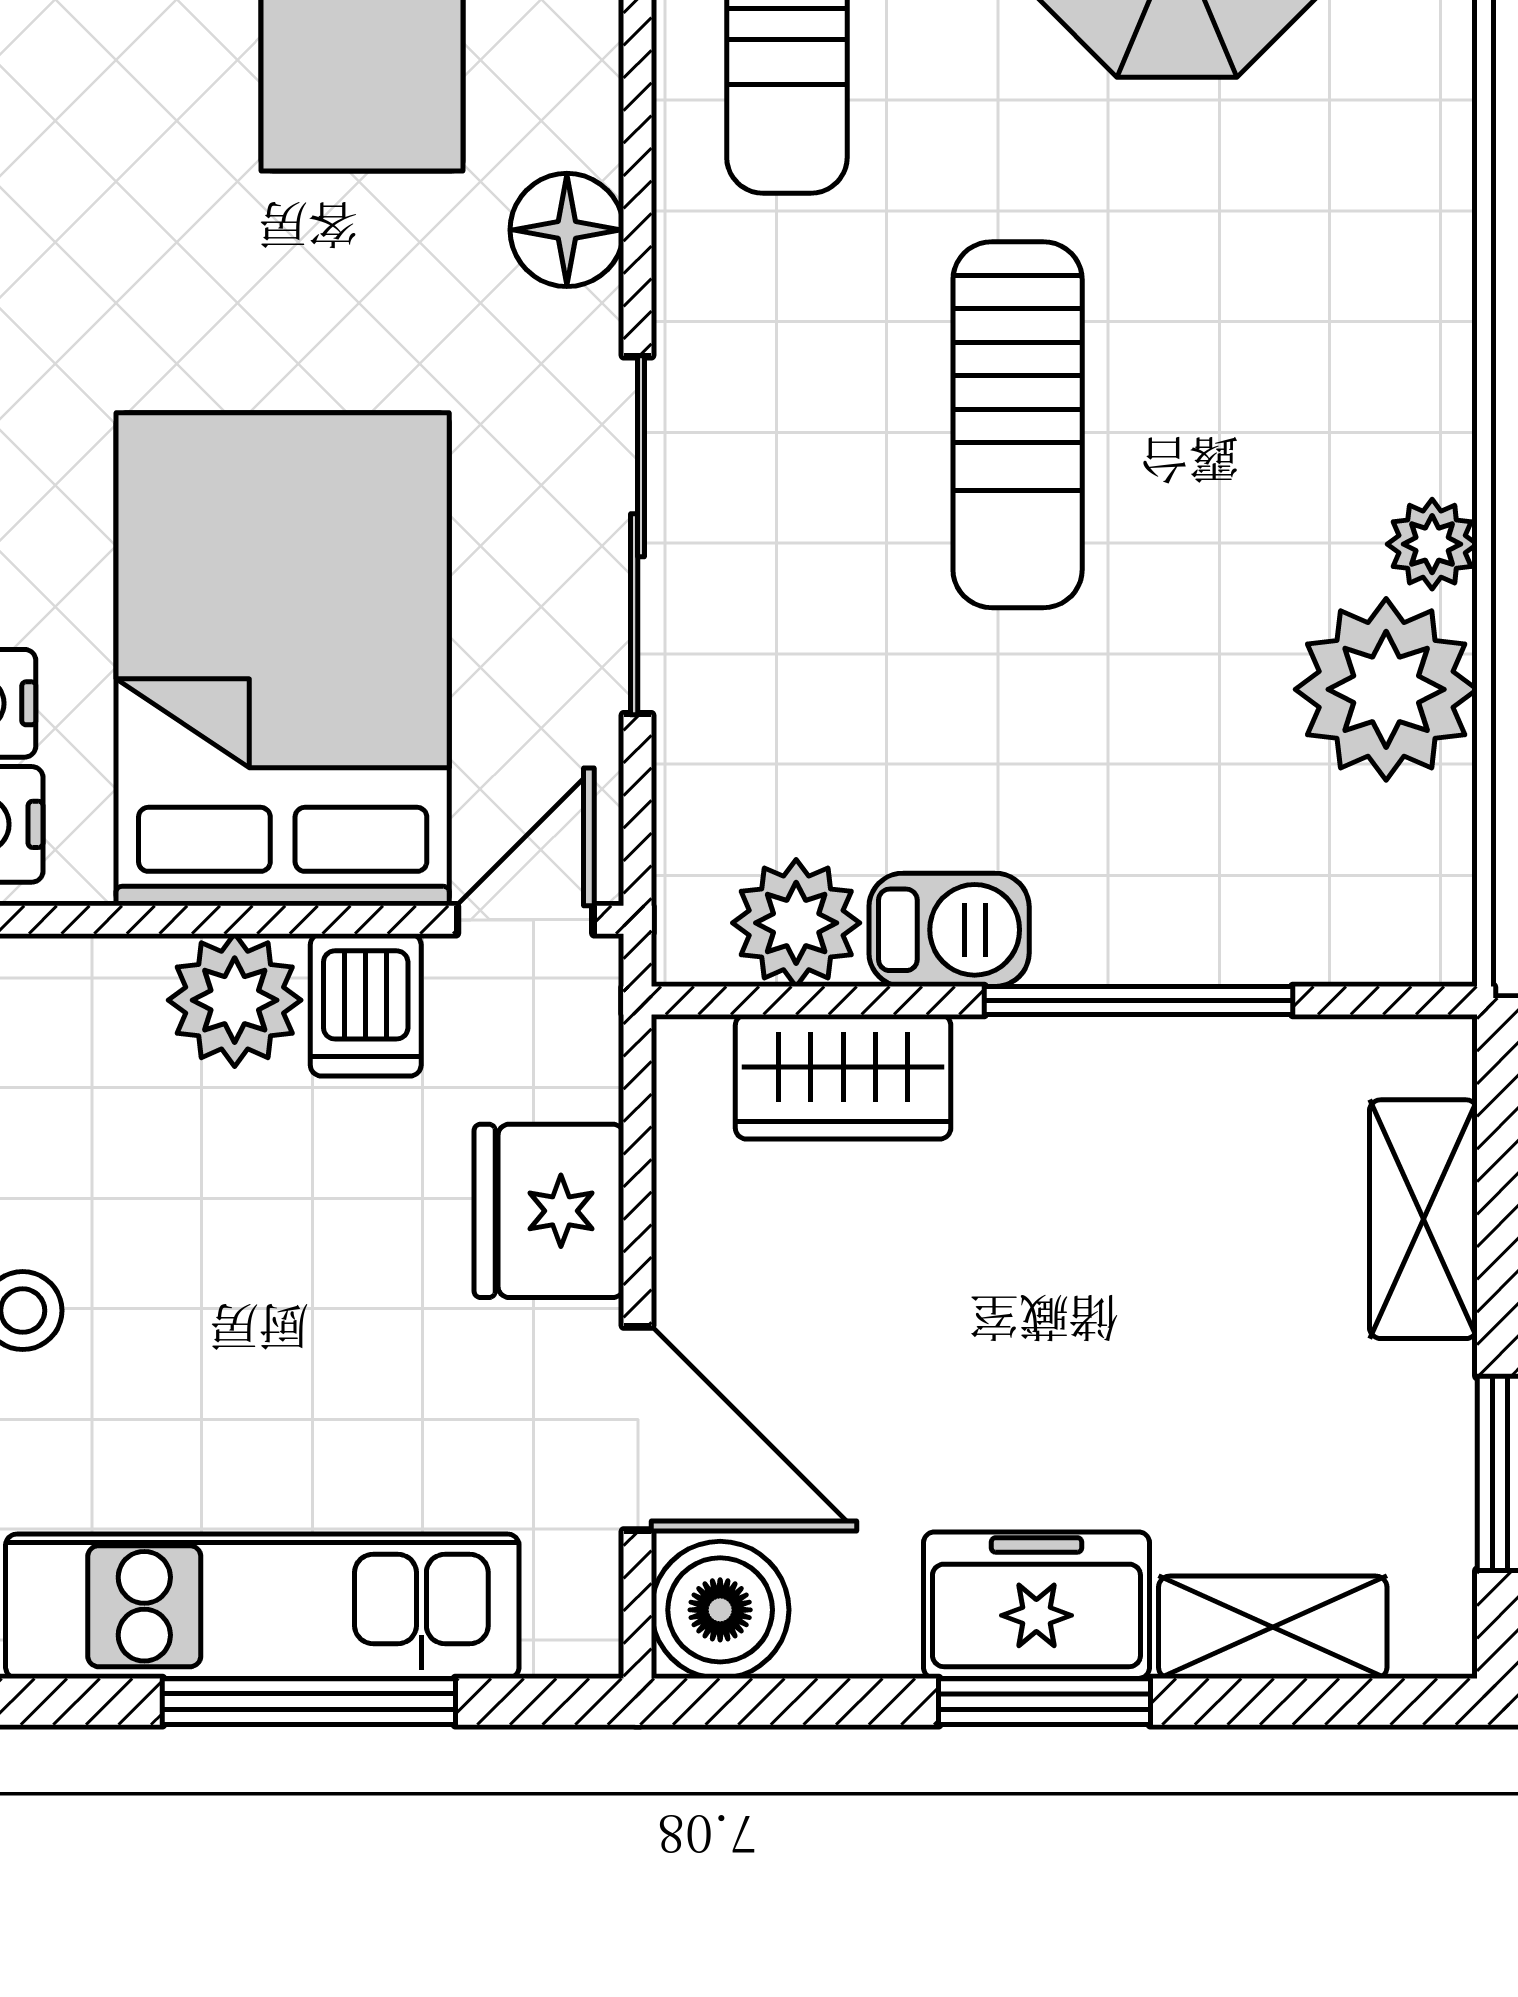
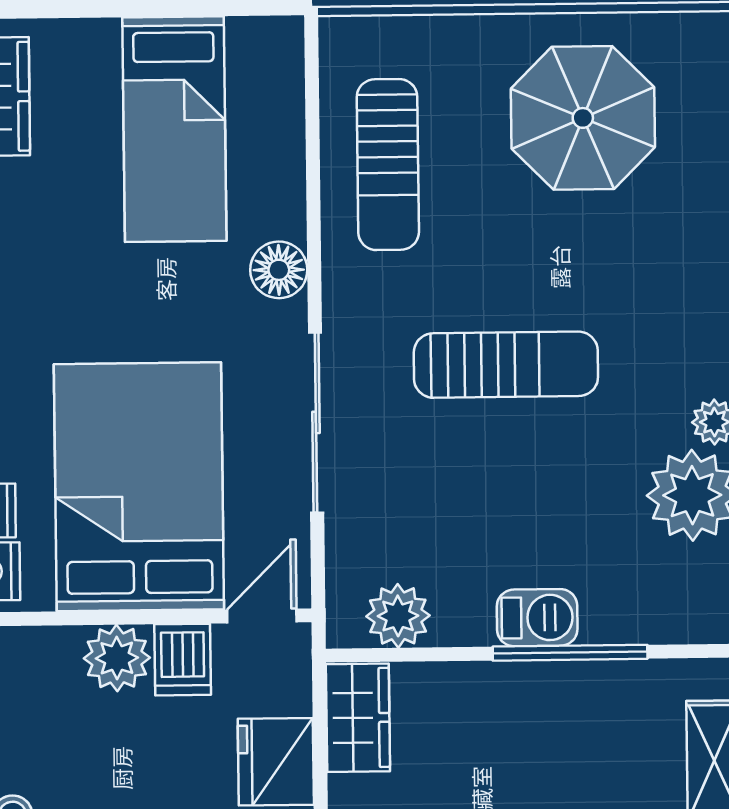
sun lounger: (1018, 425) -> (506, 365), turned -90
barbecue: (949, 930) -> (537, 618), moved
wardrobe: (843, 1077) -> (358, 718), moved, turned -90

